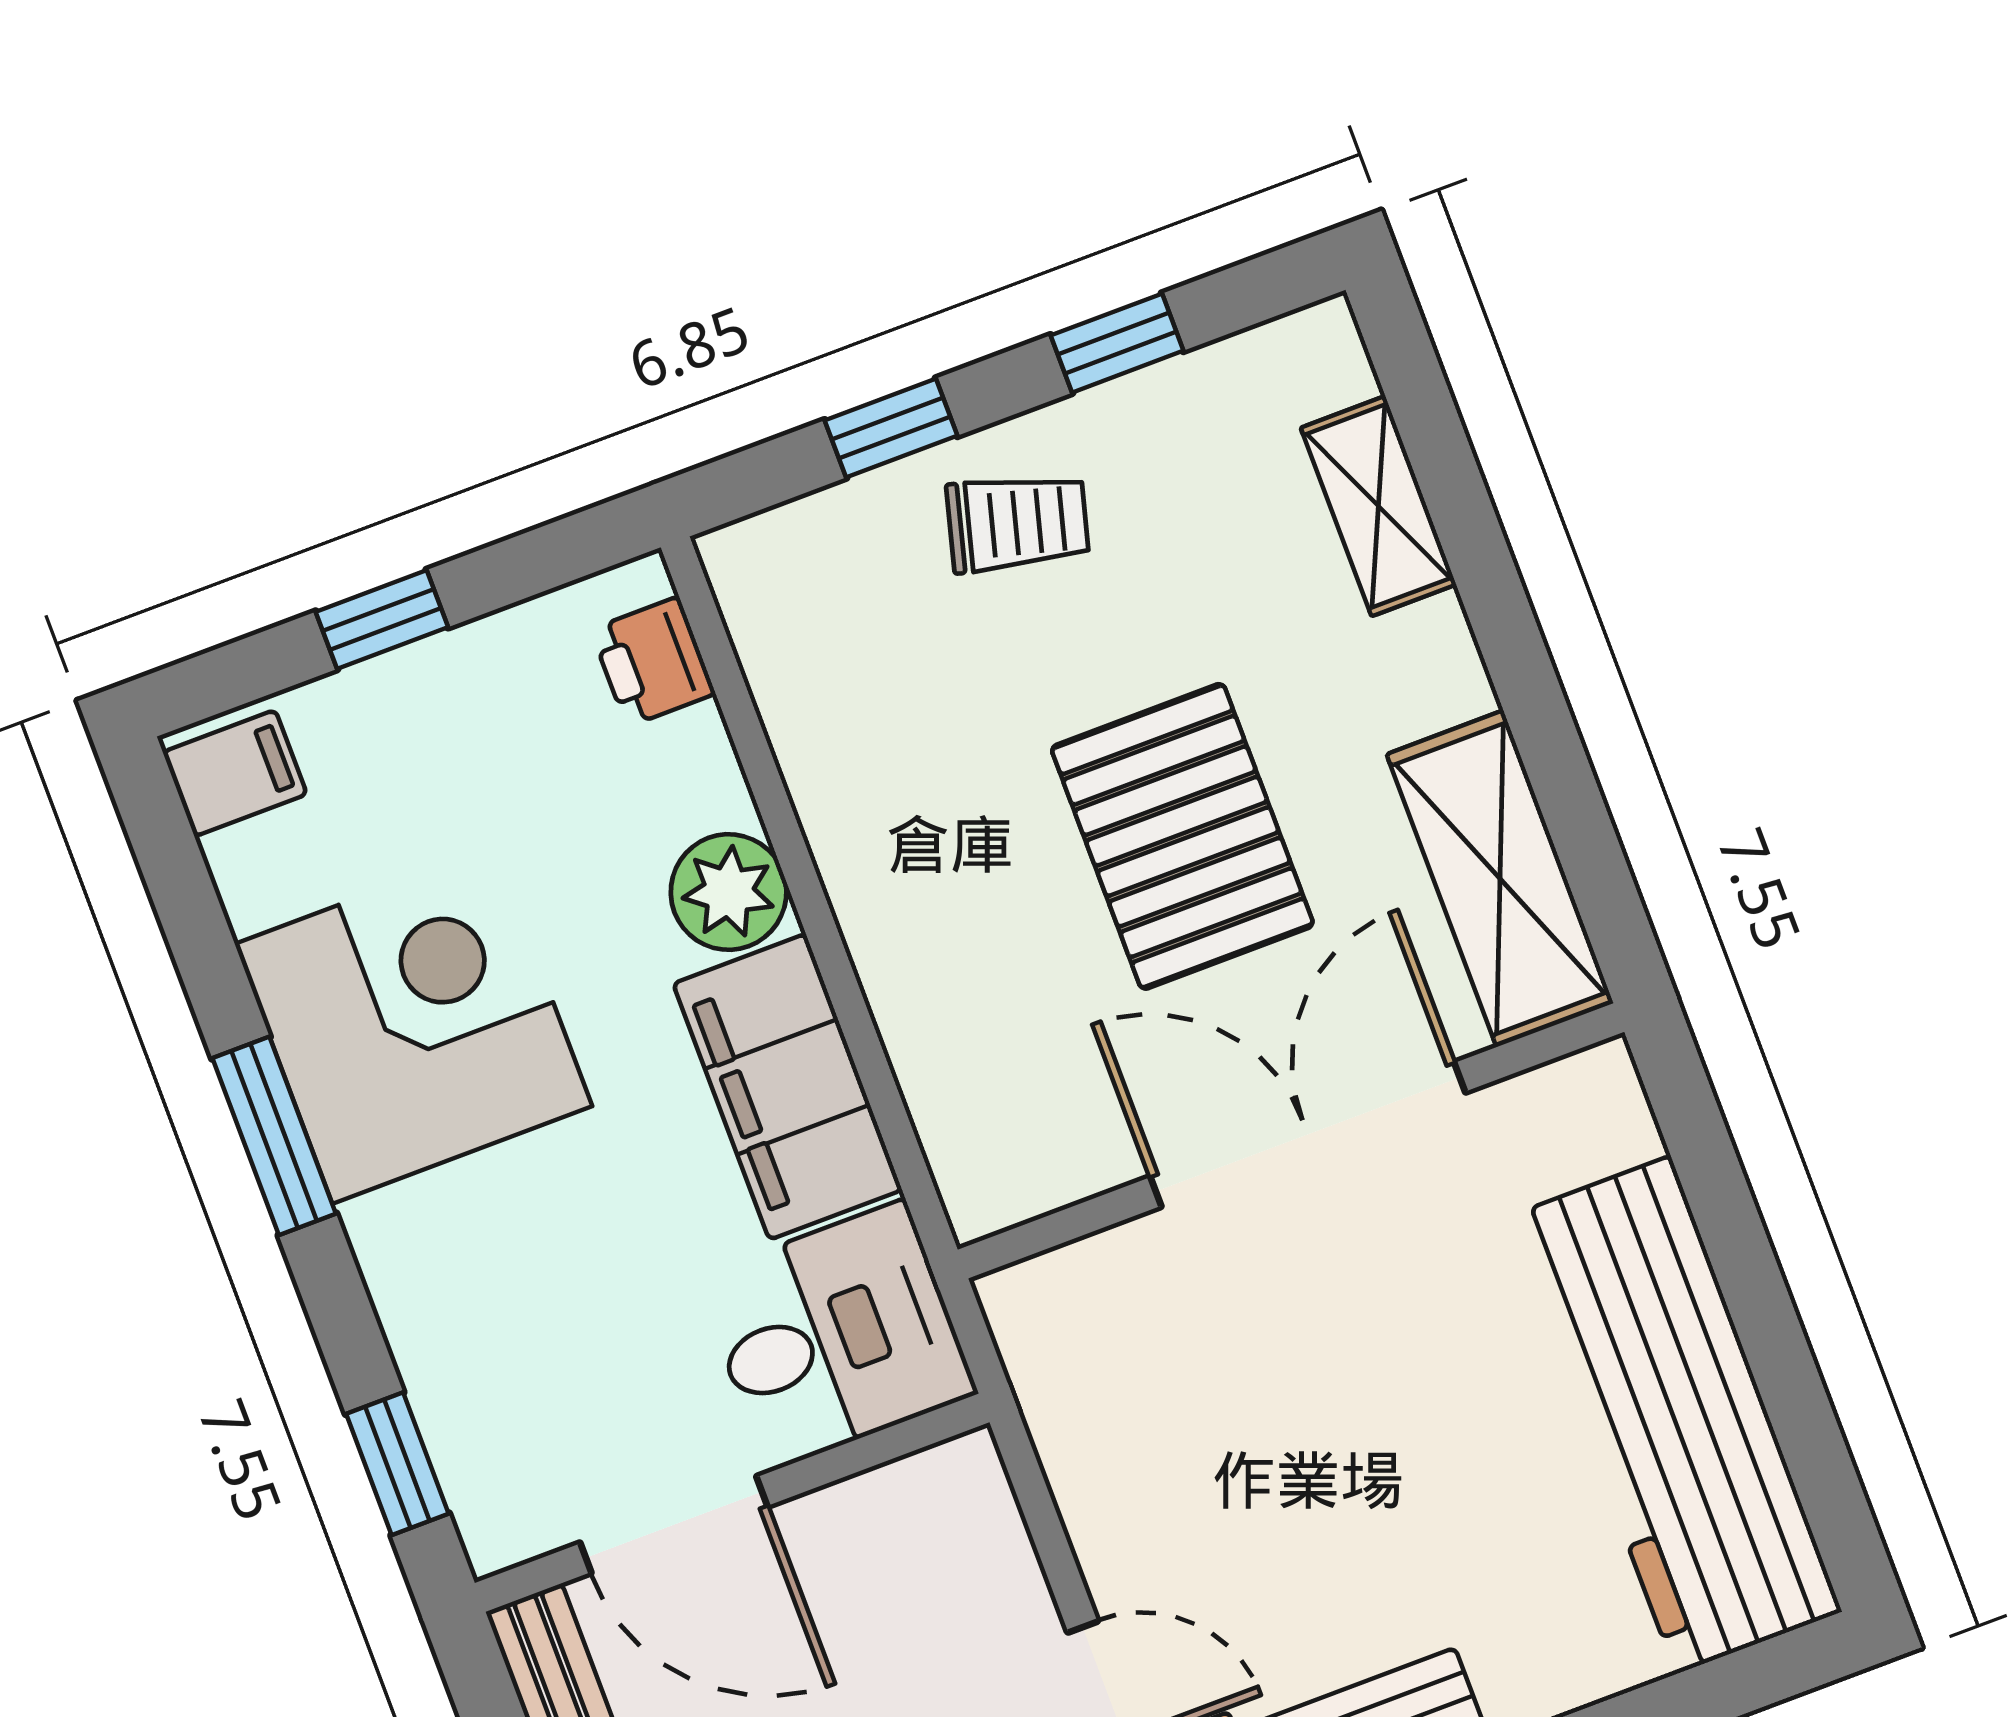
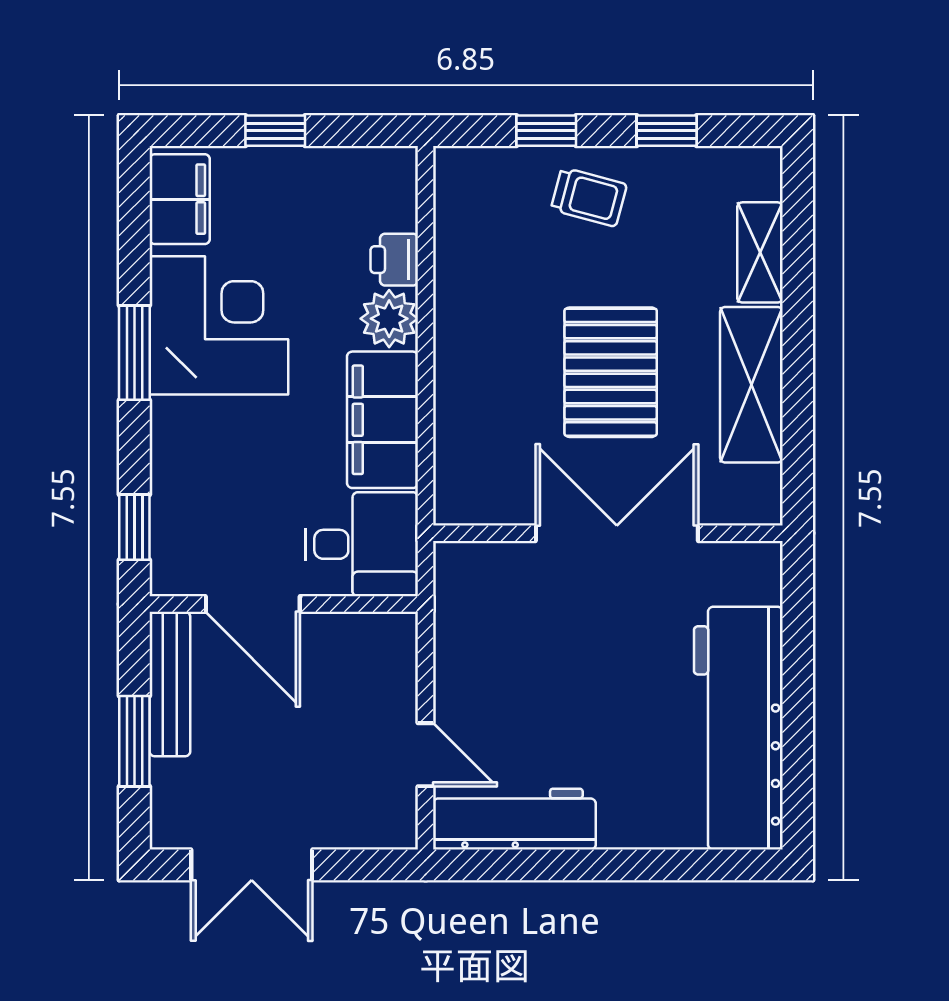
printer: (653, 662) -> (394, 260), moved
filing cabinet: (235, 773) -> (180, 199), width x2.00
shelving: (1500, 879) -> (751, 385), moved

